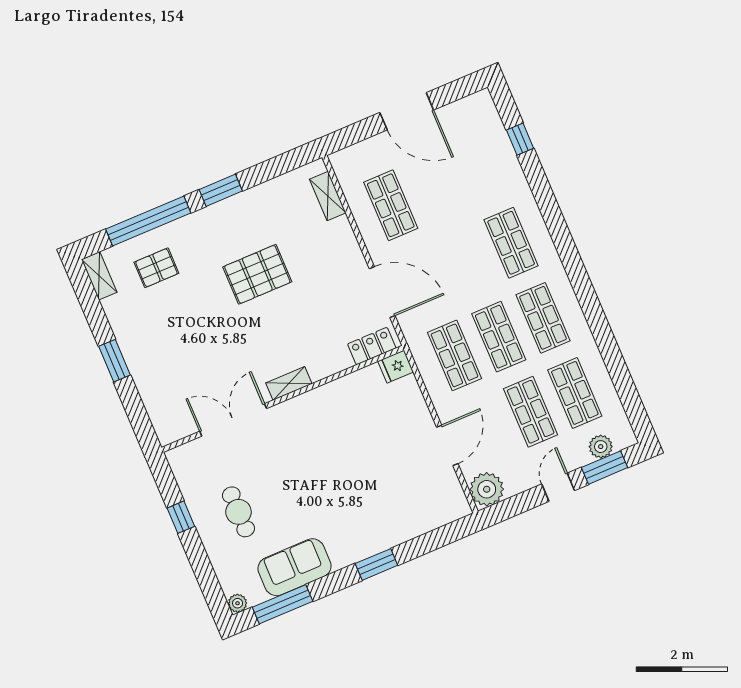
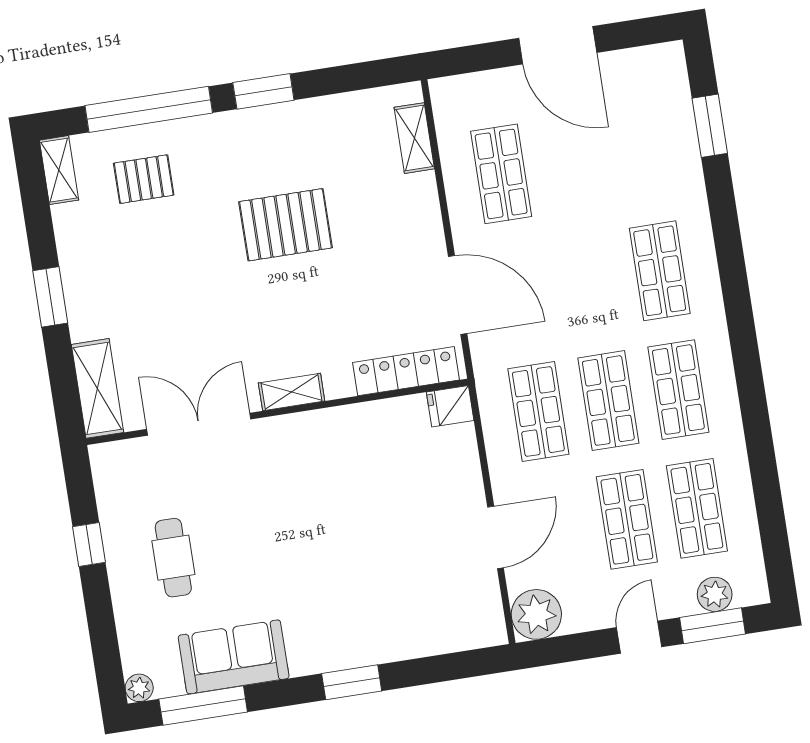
window: (520, 139) -> (710, 126), width x1.50
locker: (372, 346) -> (406, 371), width x1.53
shelving: (161, 413) -> (98, 388), added

